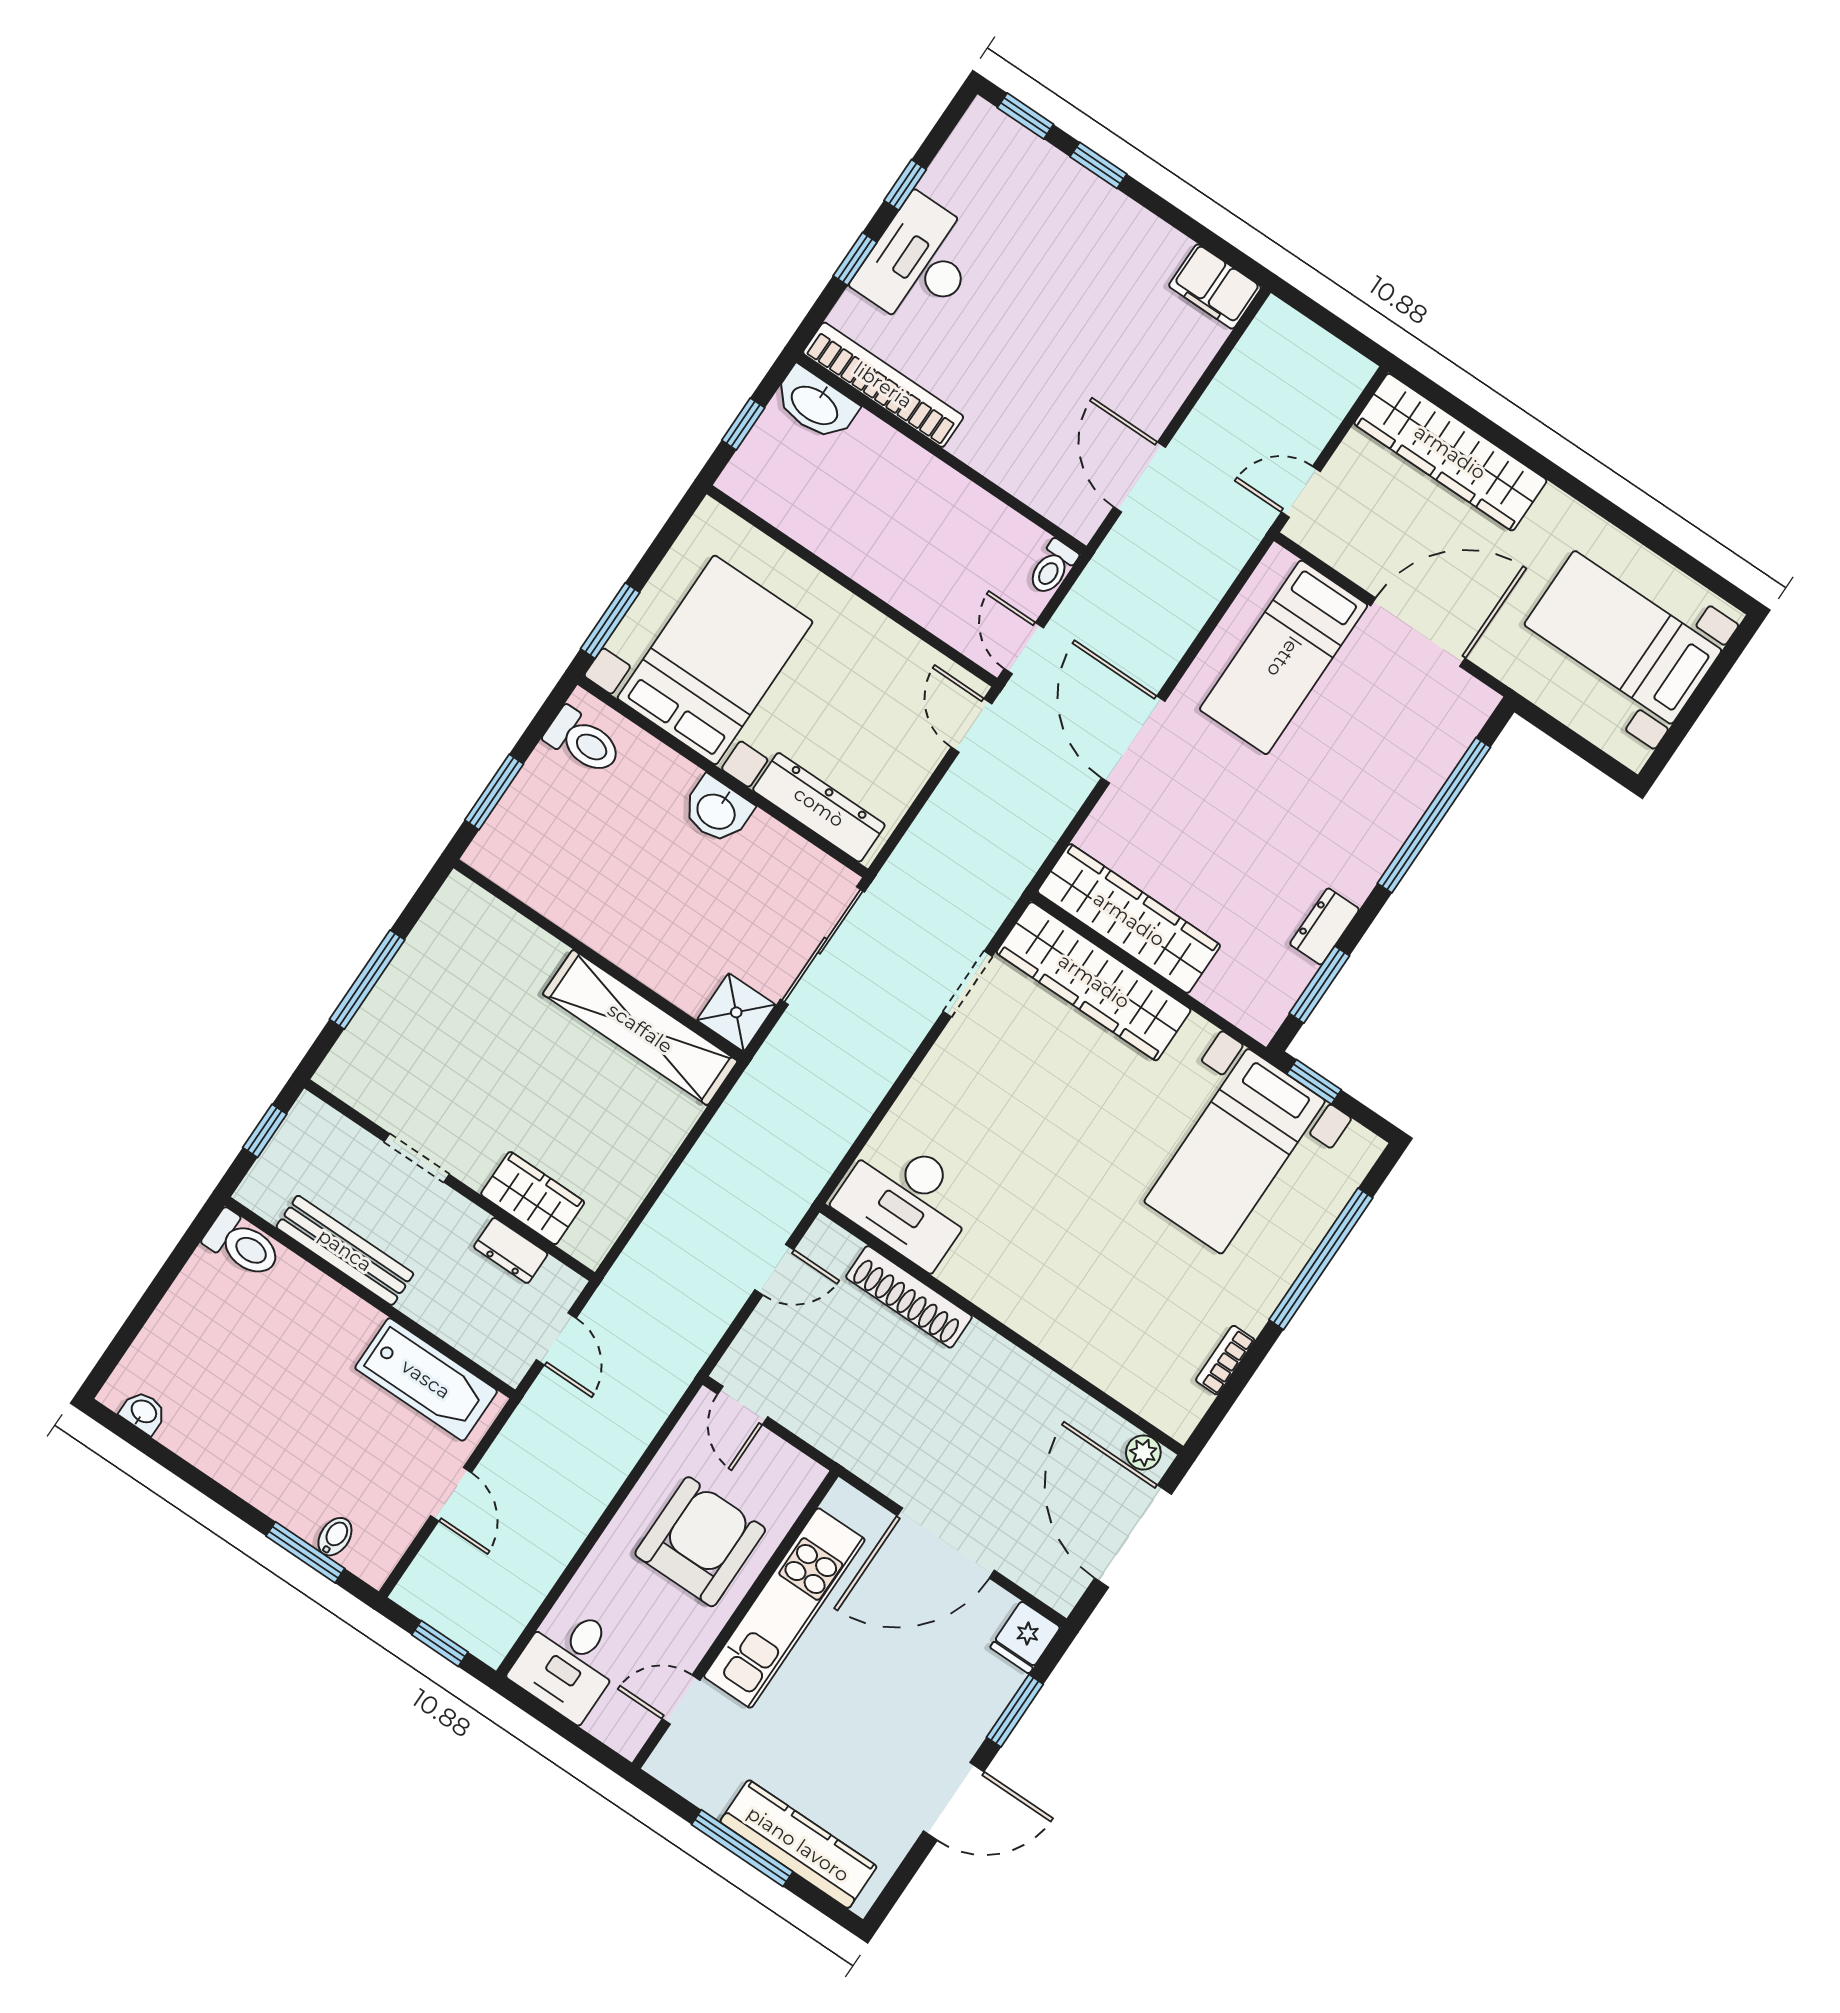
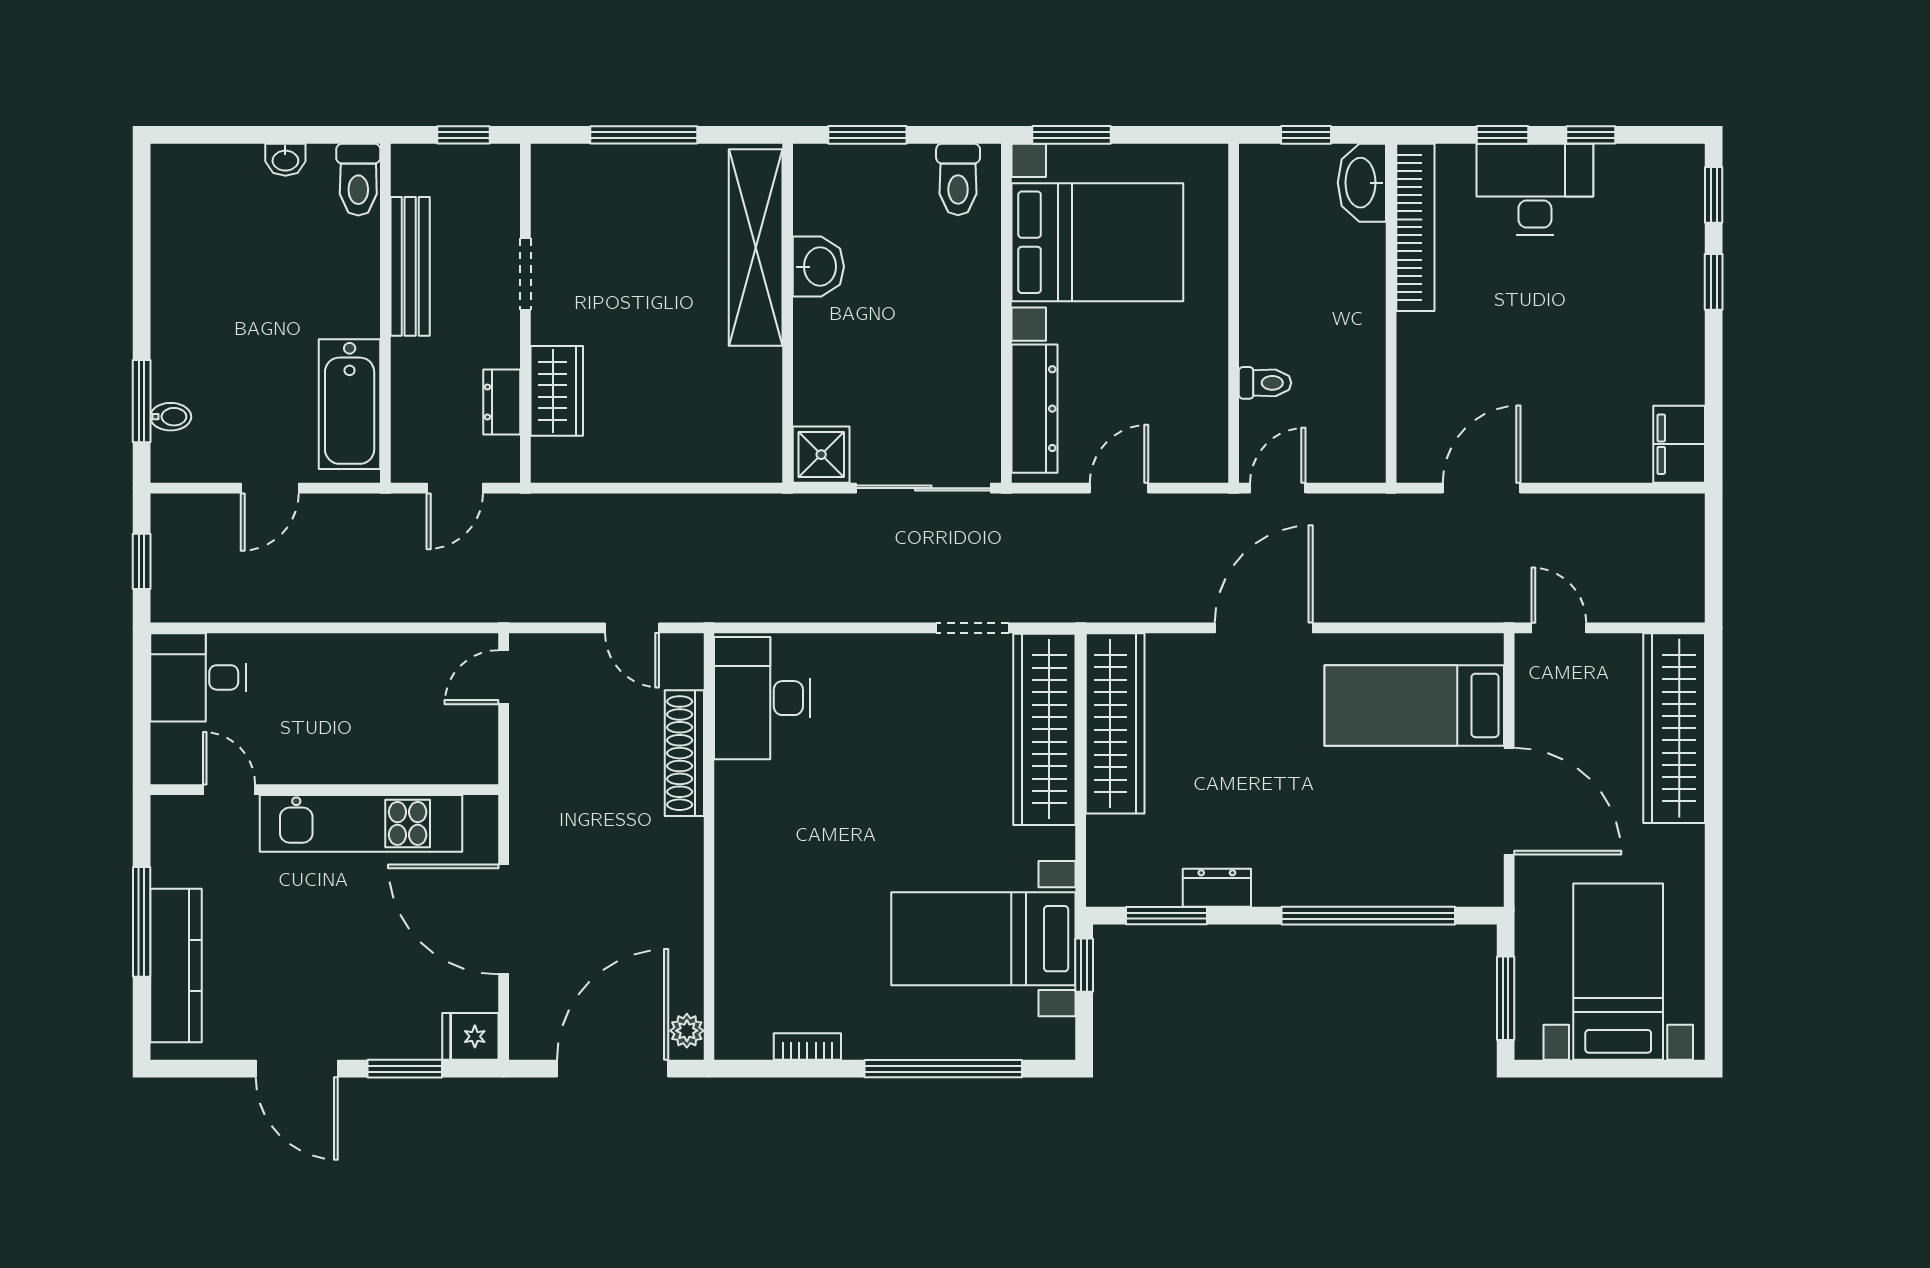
toilet: (1052, 567) -> (1265, 383), moved, turned 180
door: (971, 725) -> (1119, 488), moved
window: (1581, 747) -> (1506, 998), added
washbasin: (717, 810) -> (818, 267), moved, turned 180
shelving: (640, 1028) -> (756, 247), moved
washbasin: (143, 1412) -> (285, 160), moved, turned 90
armchair: (700, 1542) -> (369, 718), removed

